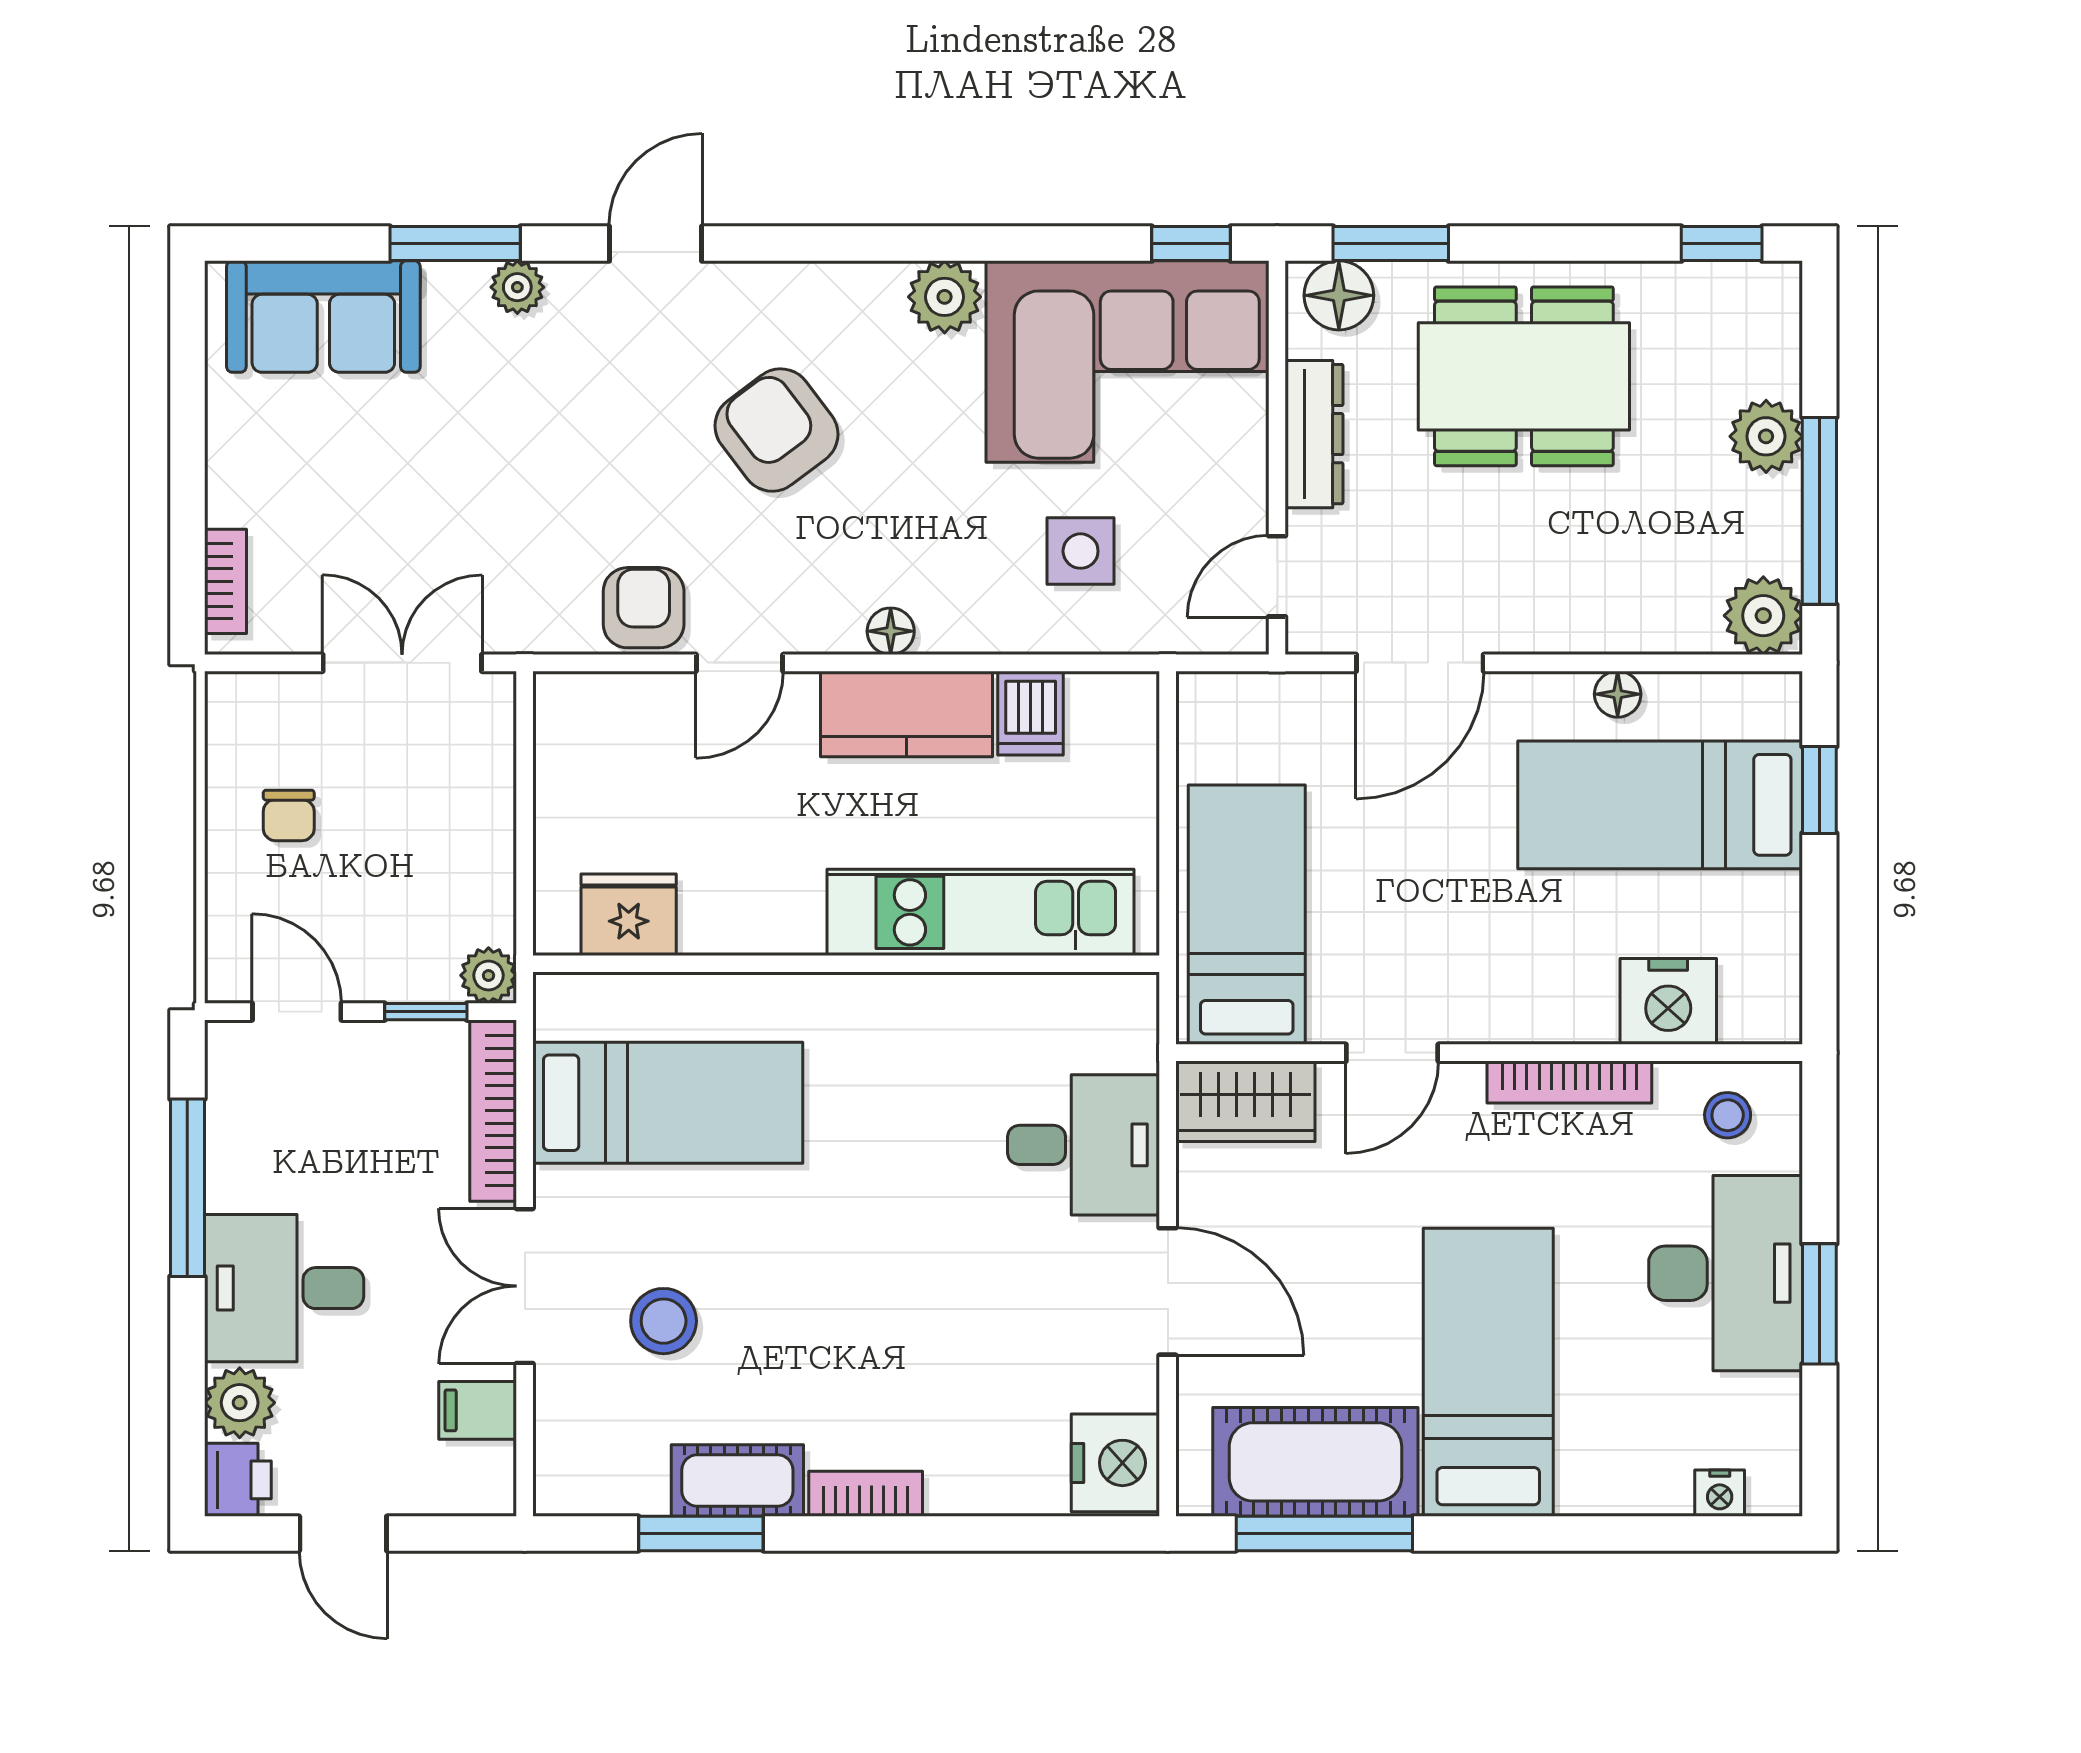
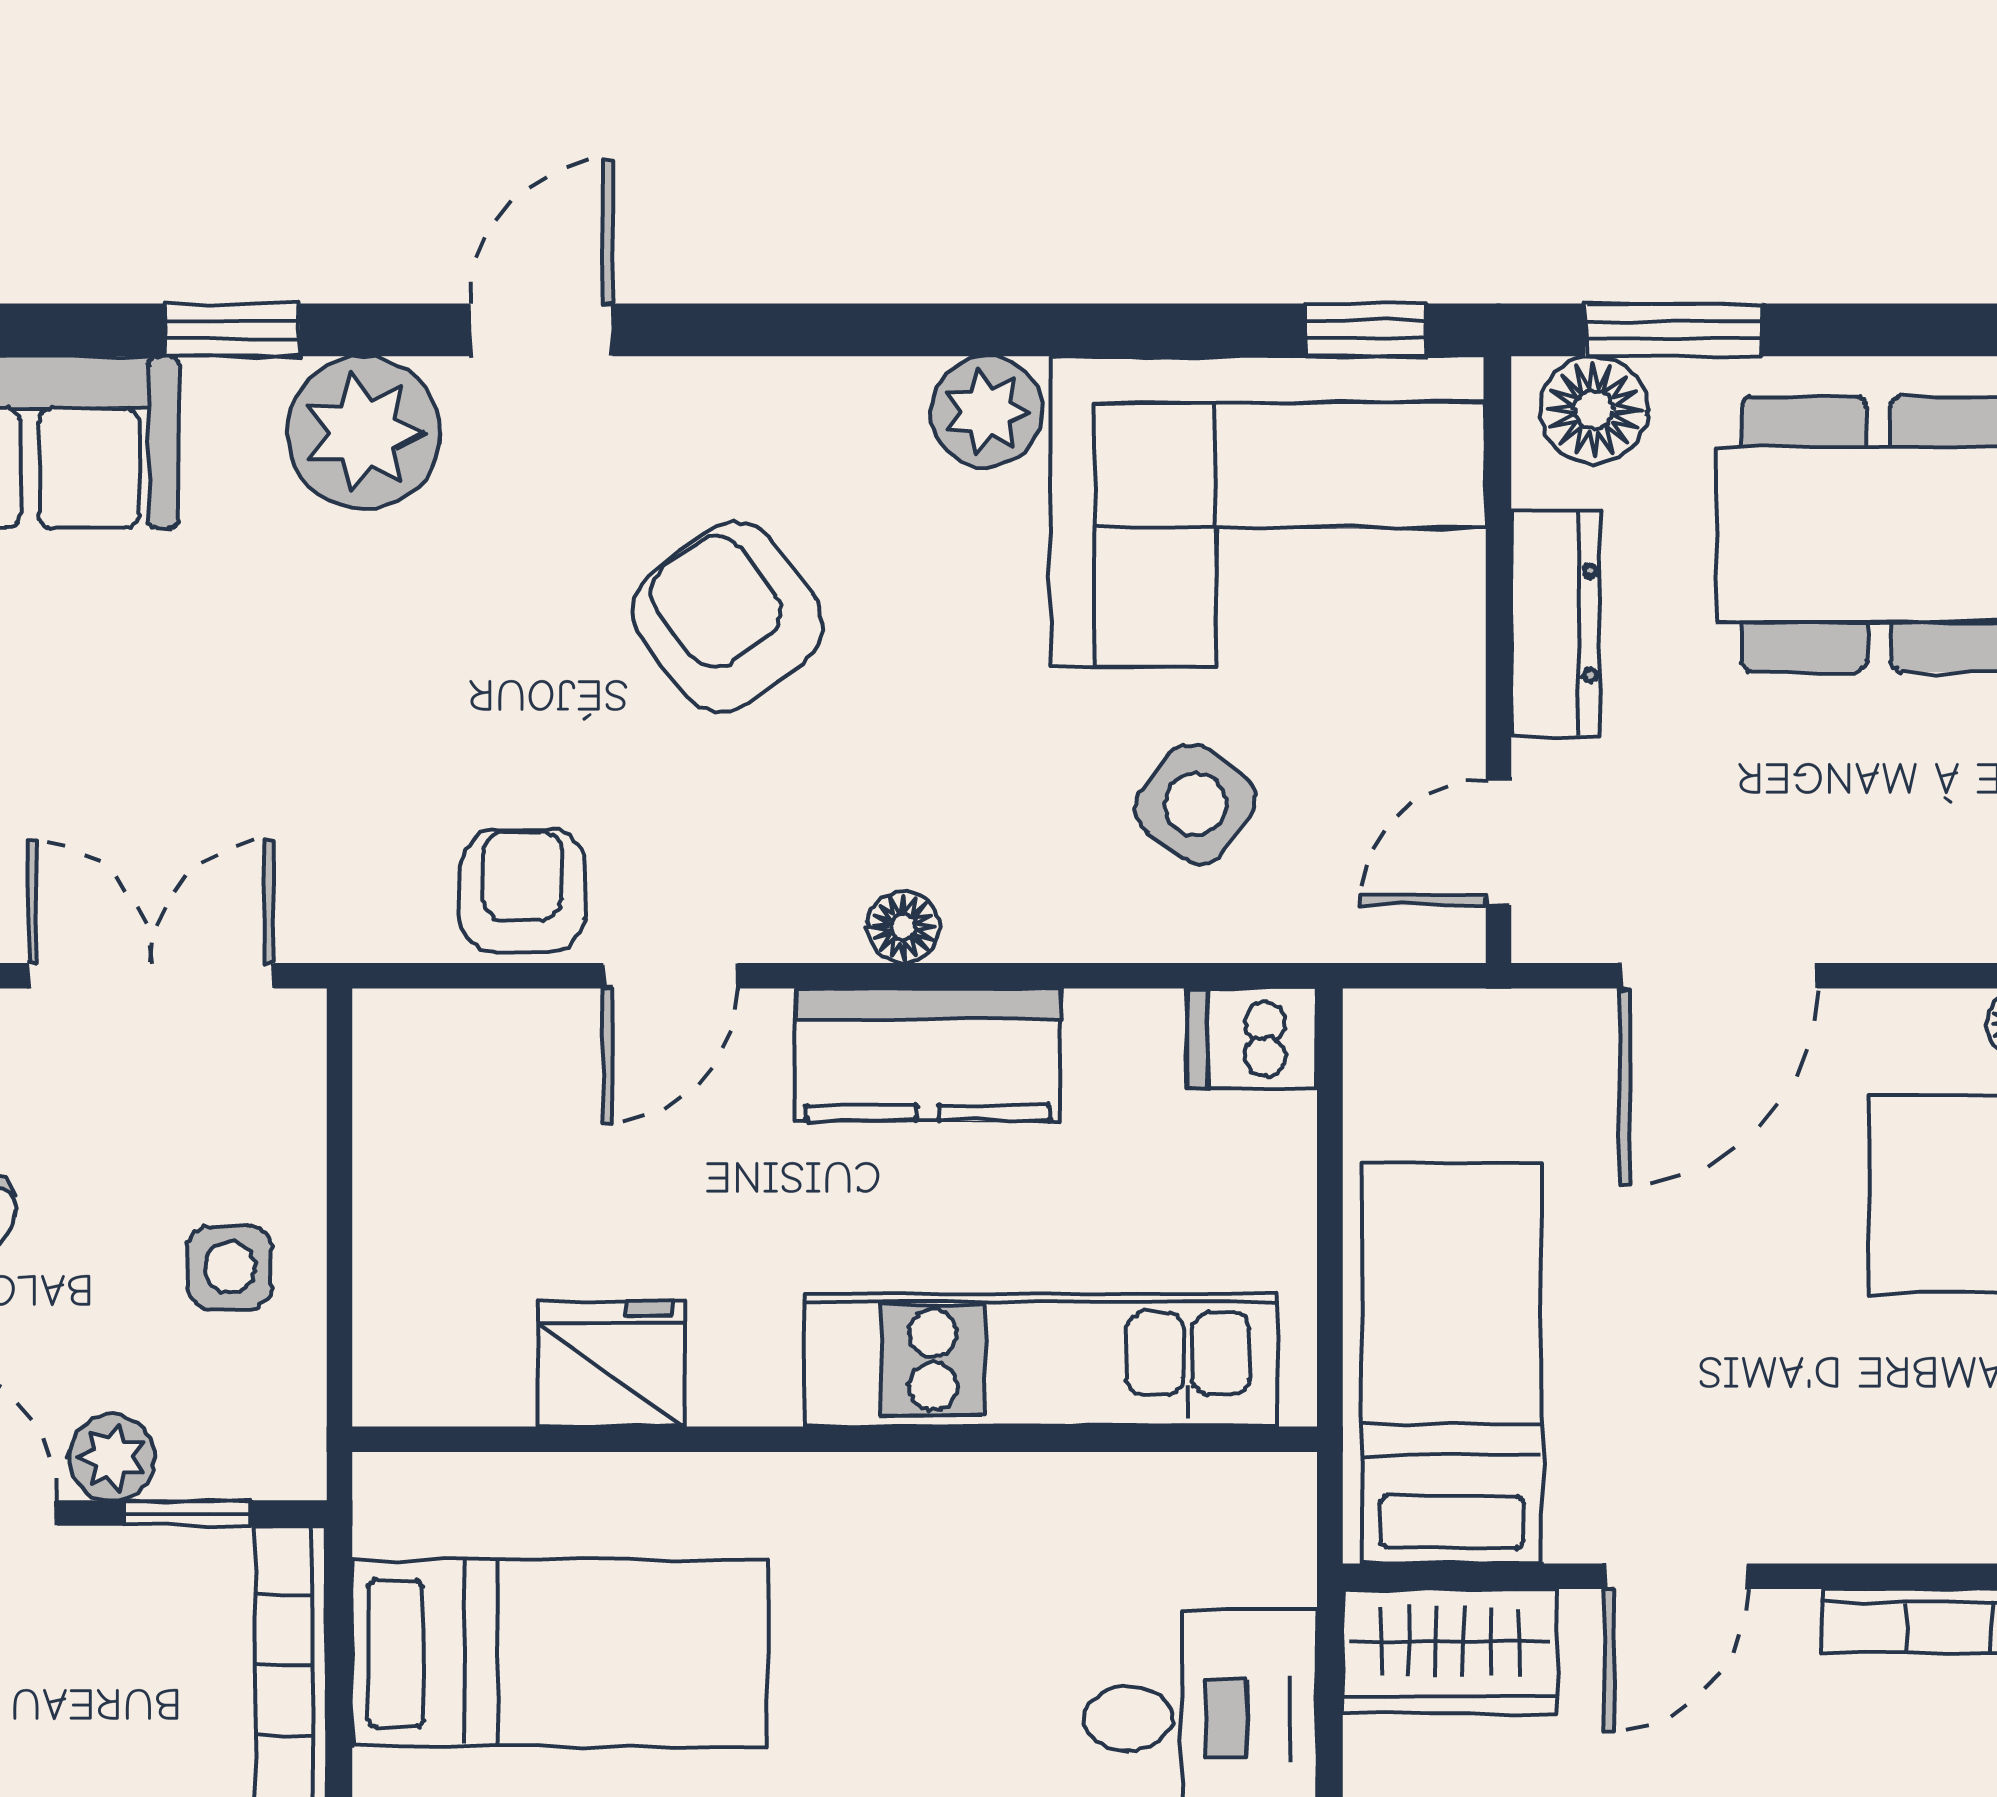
window: (455, 244) -> (232, 330), width x0.67
plant: (517, 287) -> (364, 433), width x1.88, depth x1.88
side table: (1081, 551) -> (1196, 804), turned 36
dishwasher: (1031, 713) -> (1252, 1039), moved, turned 90
side table: (453, 852) -> (230, 1267), added
fridge: (629, 915) -> (611, 1364), moved
plant: (488, 975) -> (112, 1457), moved

